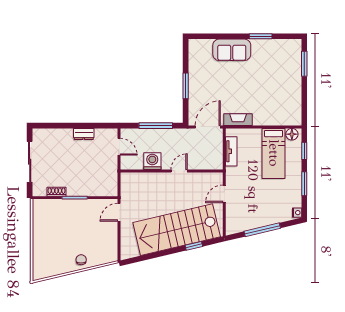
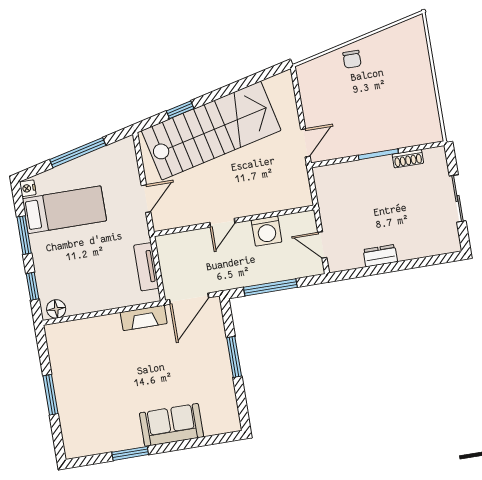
window: (304, 64) -> (50, 395), moved
bed: (274, 153) -> (64, 210), moved, turned 90
sliding door: (30, 162) -> (458, 198), width x0.73

